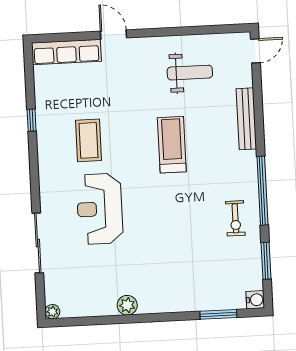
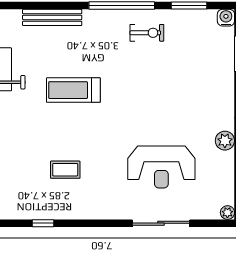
coffee table: (88, 140) -> (65, 170), width x0.73, depth x0.77
reception desk: (100, 209) -> (161, 167), moved

